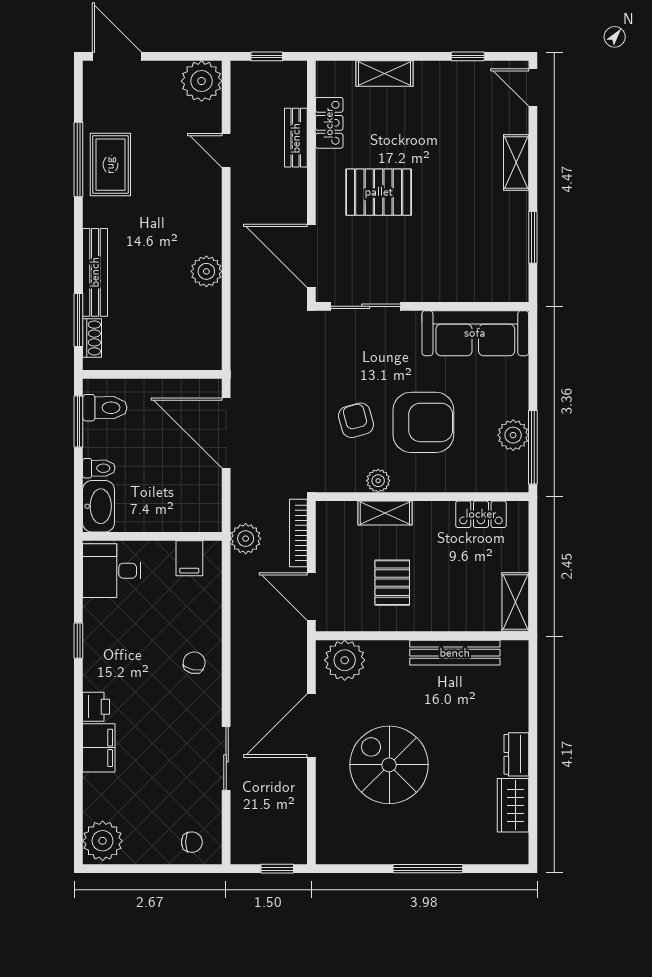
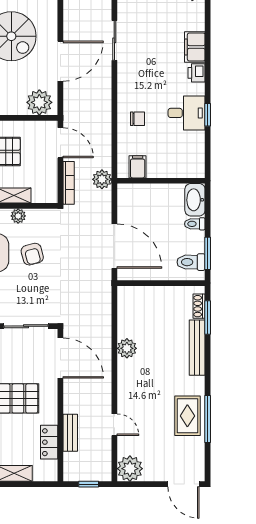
desk: (112, 571) -> (187, 113), moved
chair: (194, 663) -> (138, 119), moved, turned -103

